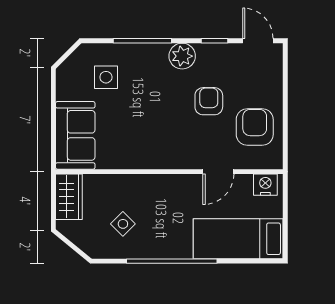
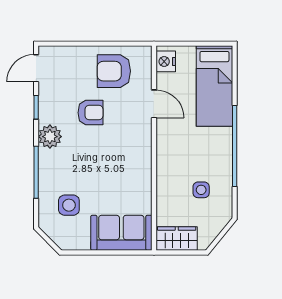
armchair: (209, 101) -> (91, 113), turned 180
side table: (123, 224) -> (201, 190), turned 45

